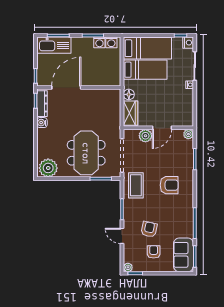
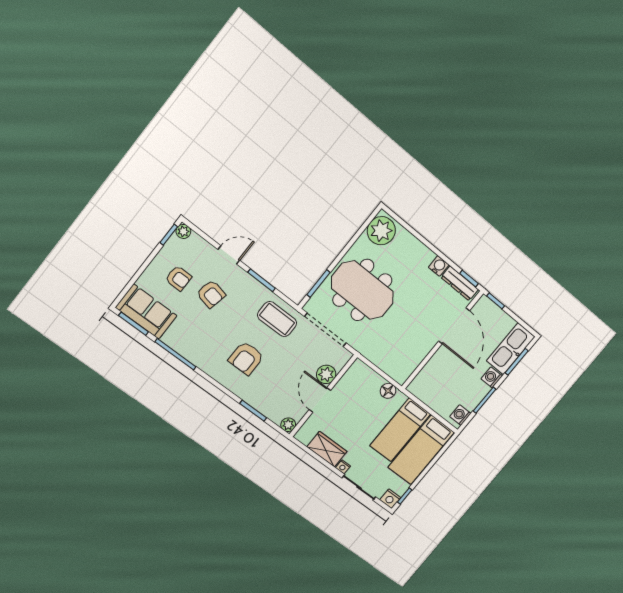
washing machine: (99, 42) -> (492, 377), moved
wardrobe: (131, 113) -> (327, 449), moved, turned 180

